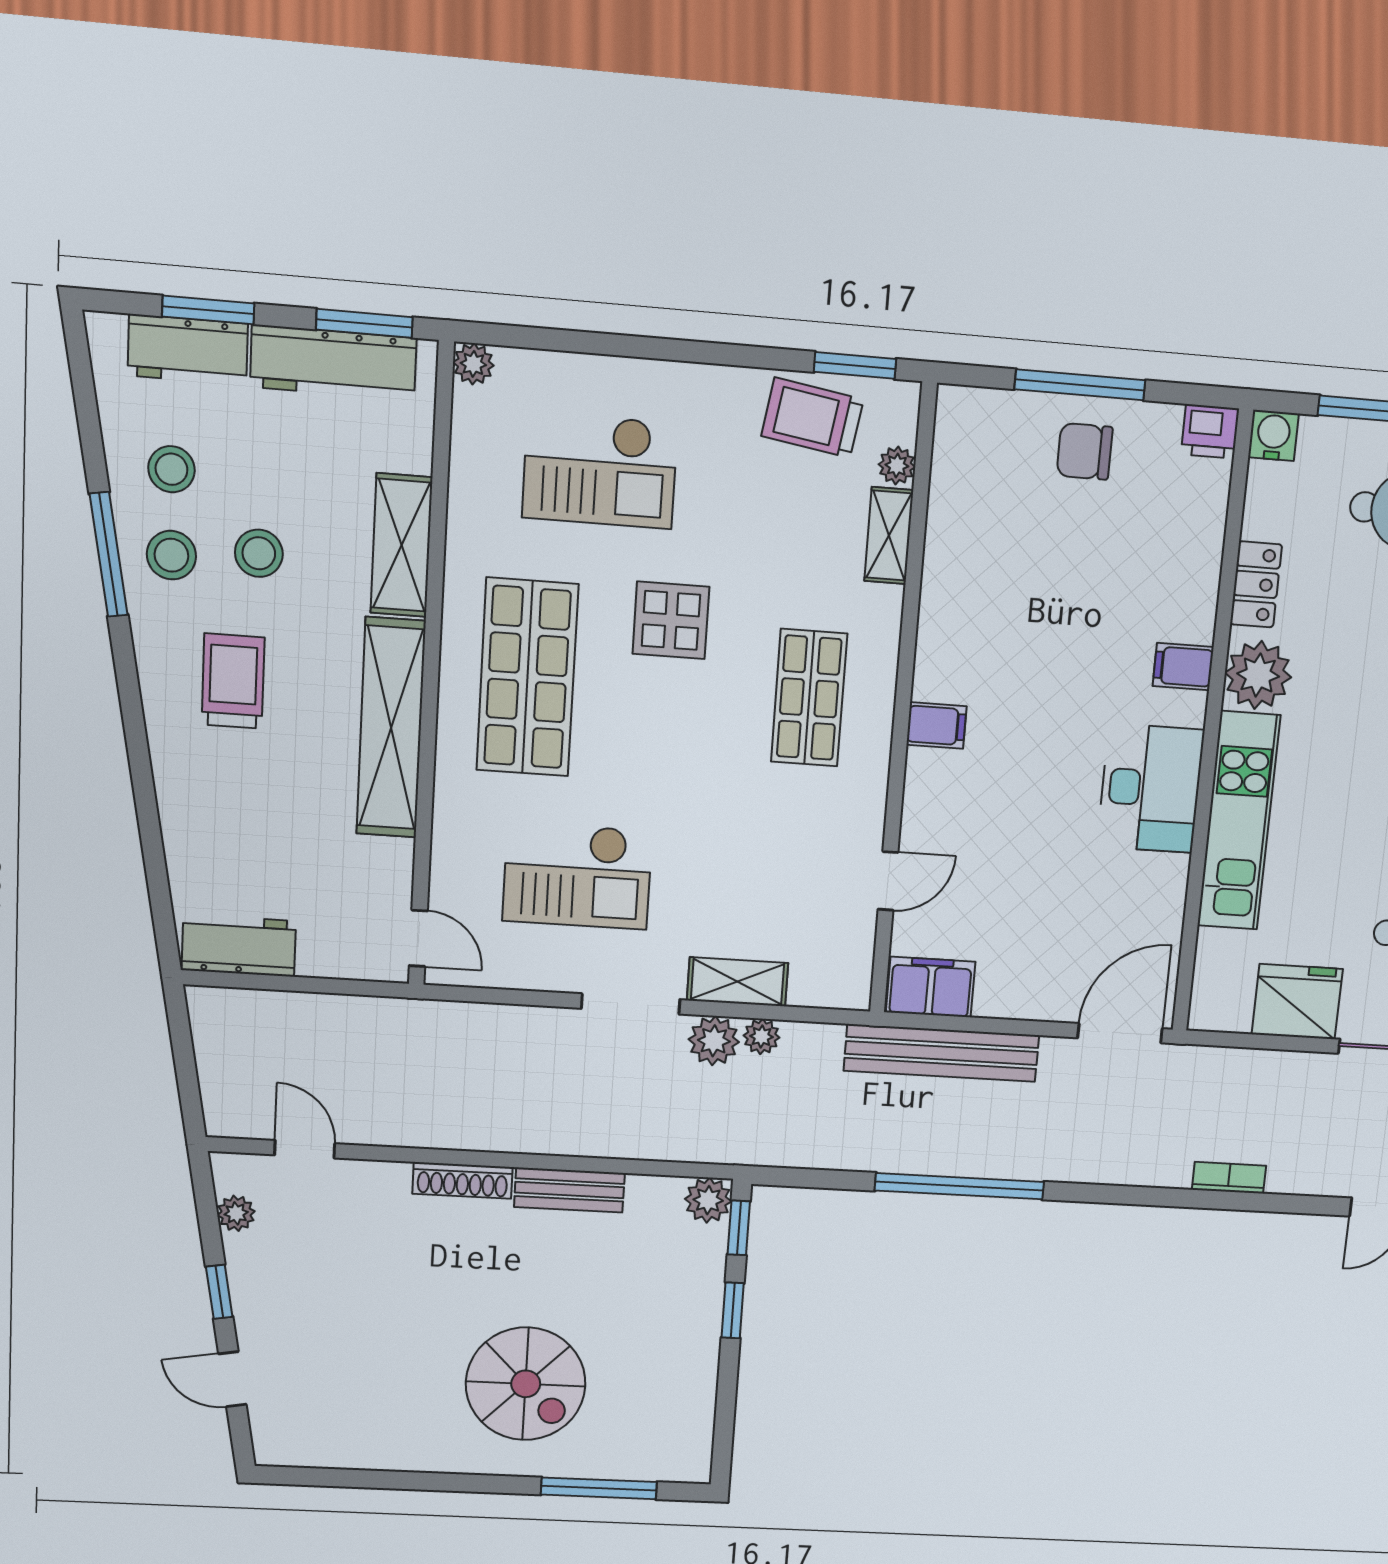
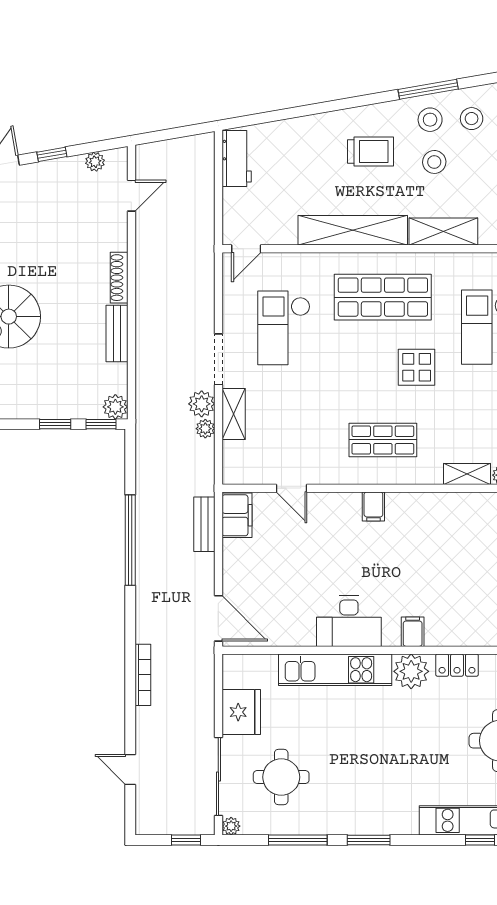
bench: (942, 1053) -> (204, 524), width x0.54, depth x0.82
bookcase: (1229, 1178) -> (143, 675), width x1.56

